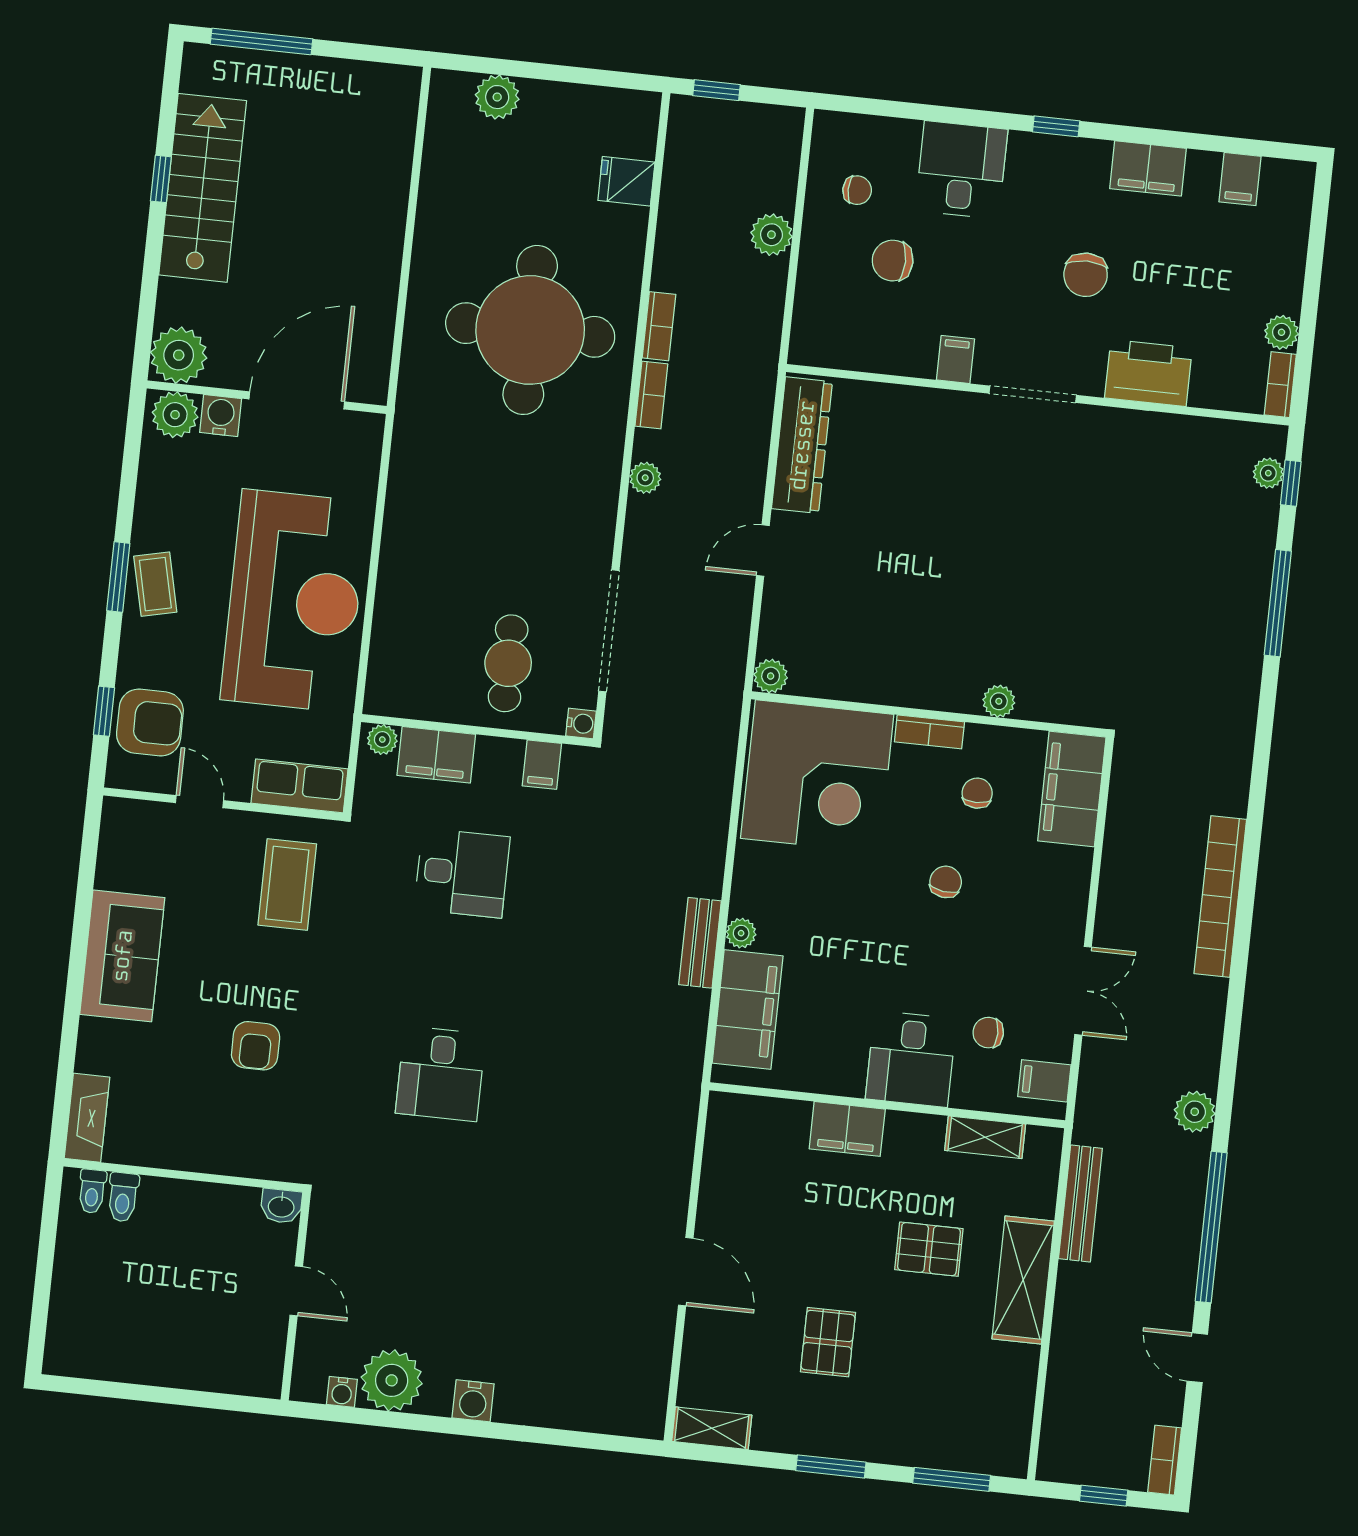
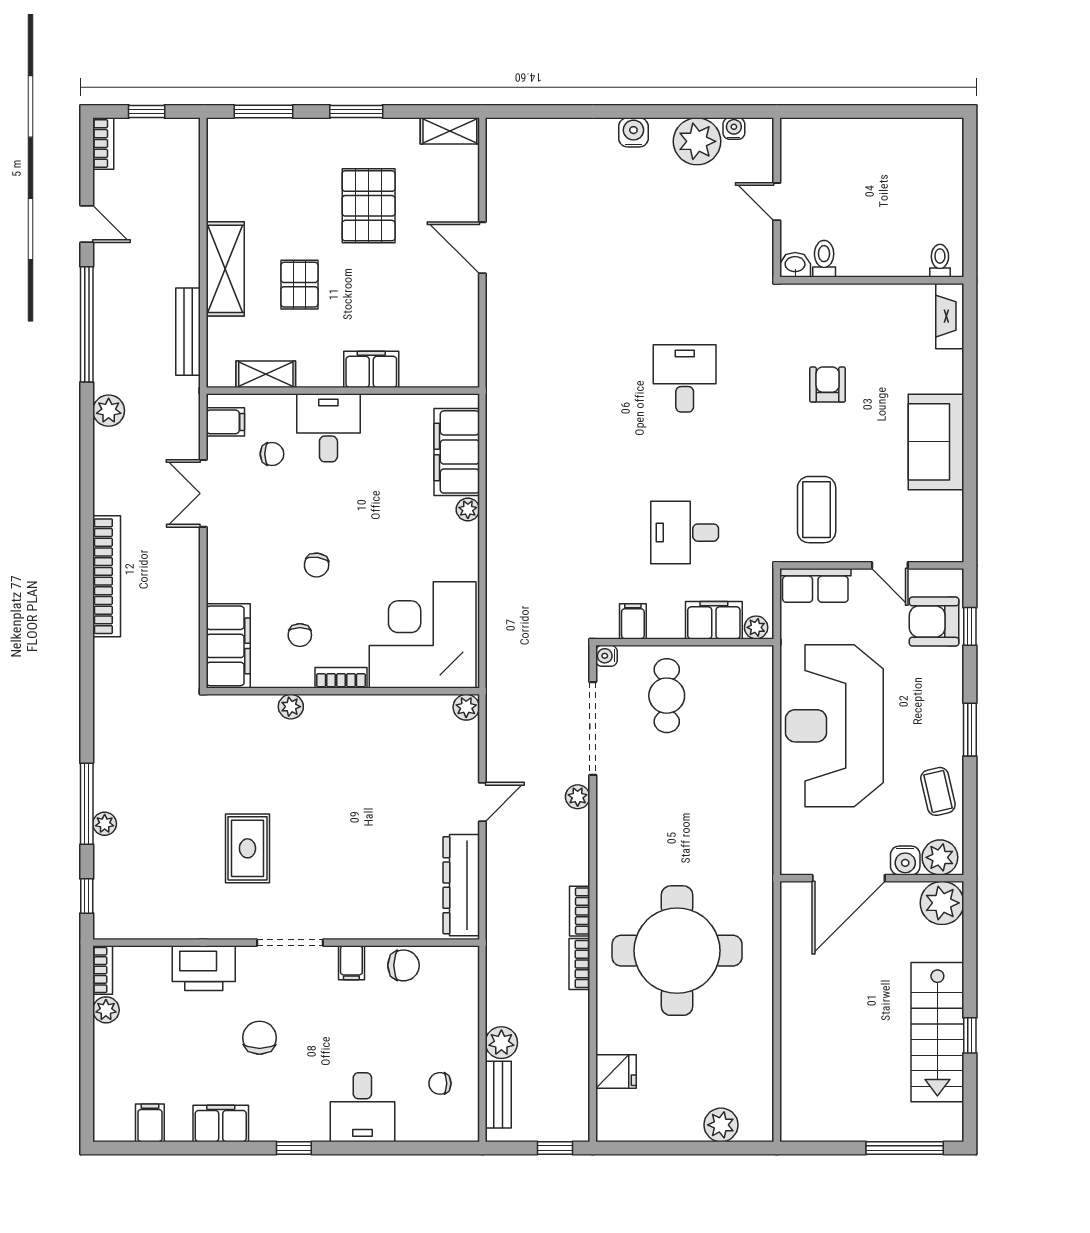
chair: (893, 261) -> (403, 965), moved
plant: (1268, 473) -> (105, 824), moved
plant: (645, 478) -> (578, 797), moved
rug: (1075, 523) -> (247, 848), added
coffee table: (155, 584) -> (938, 791), moved
bench: (700, 943) -> (498, 1095), moved
toilet: (123, 1197) -> (824, 259), moved
pallet: (929, 1249) -> (299, 285), turned 90
pallet: (828, 1342) -> (369, 206), width x1.50, depth x1.42

